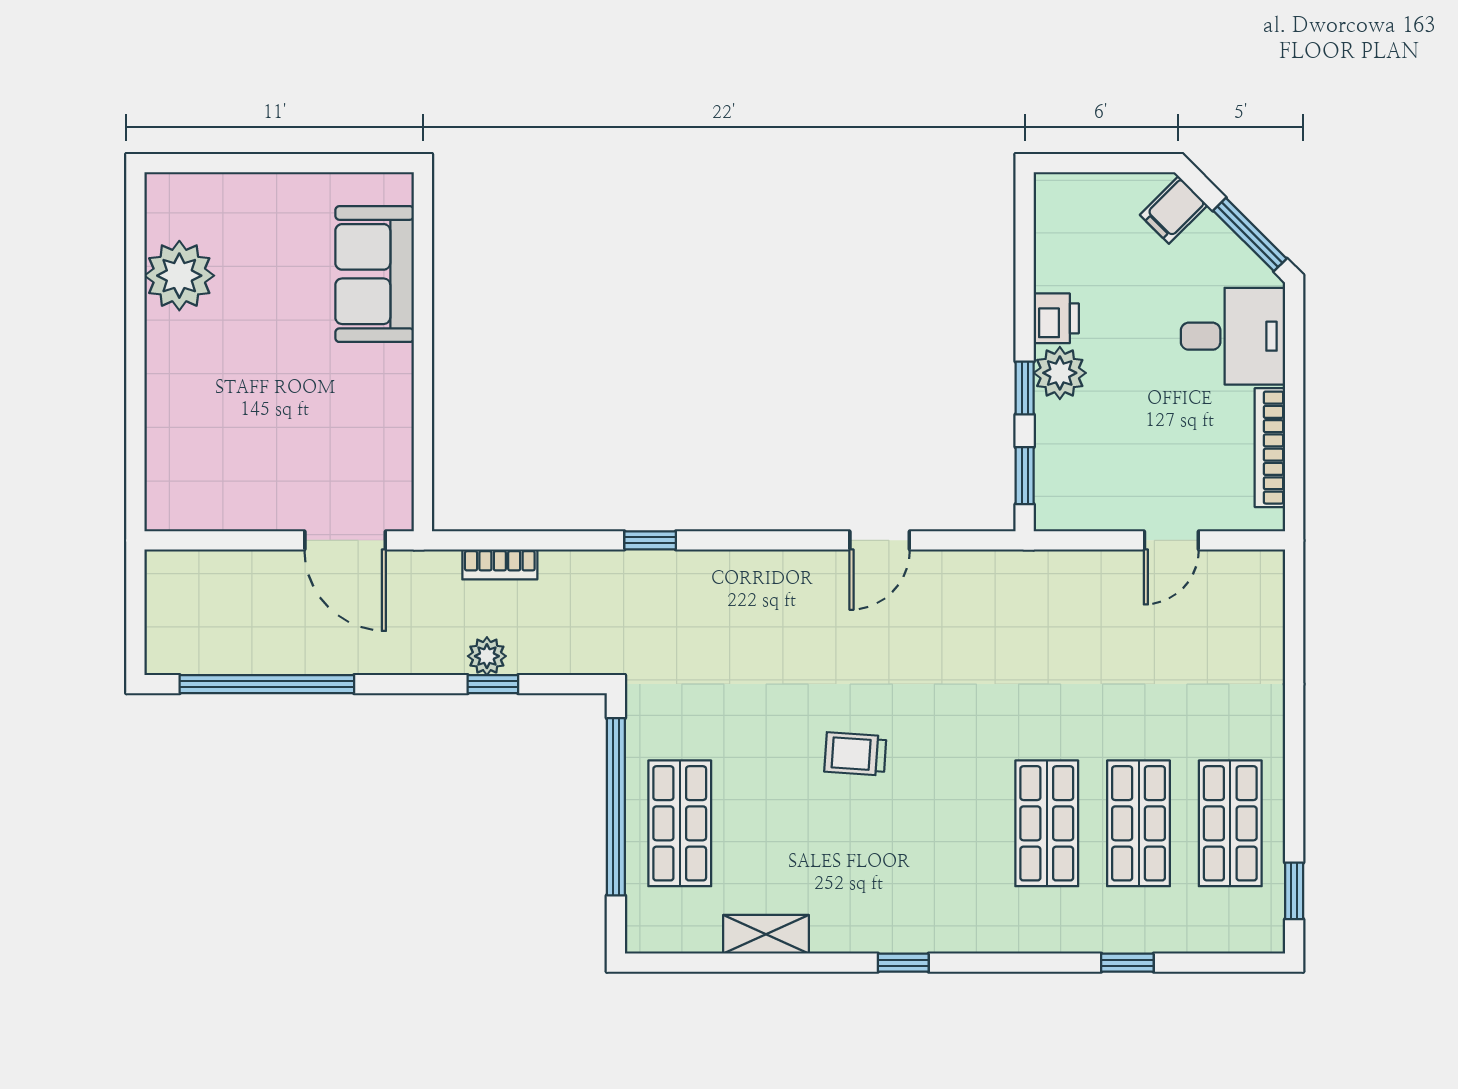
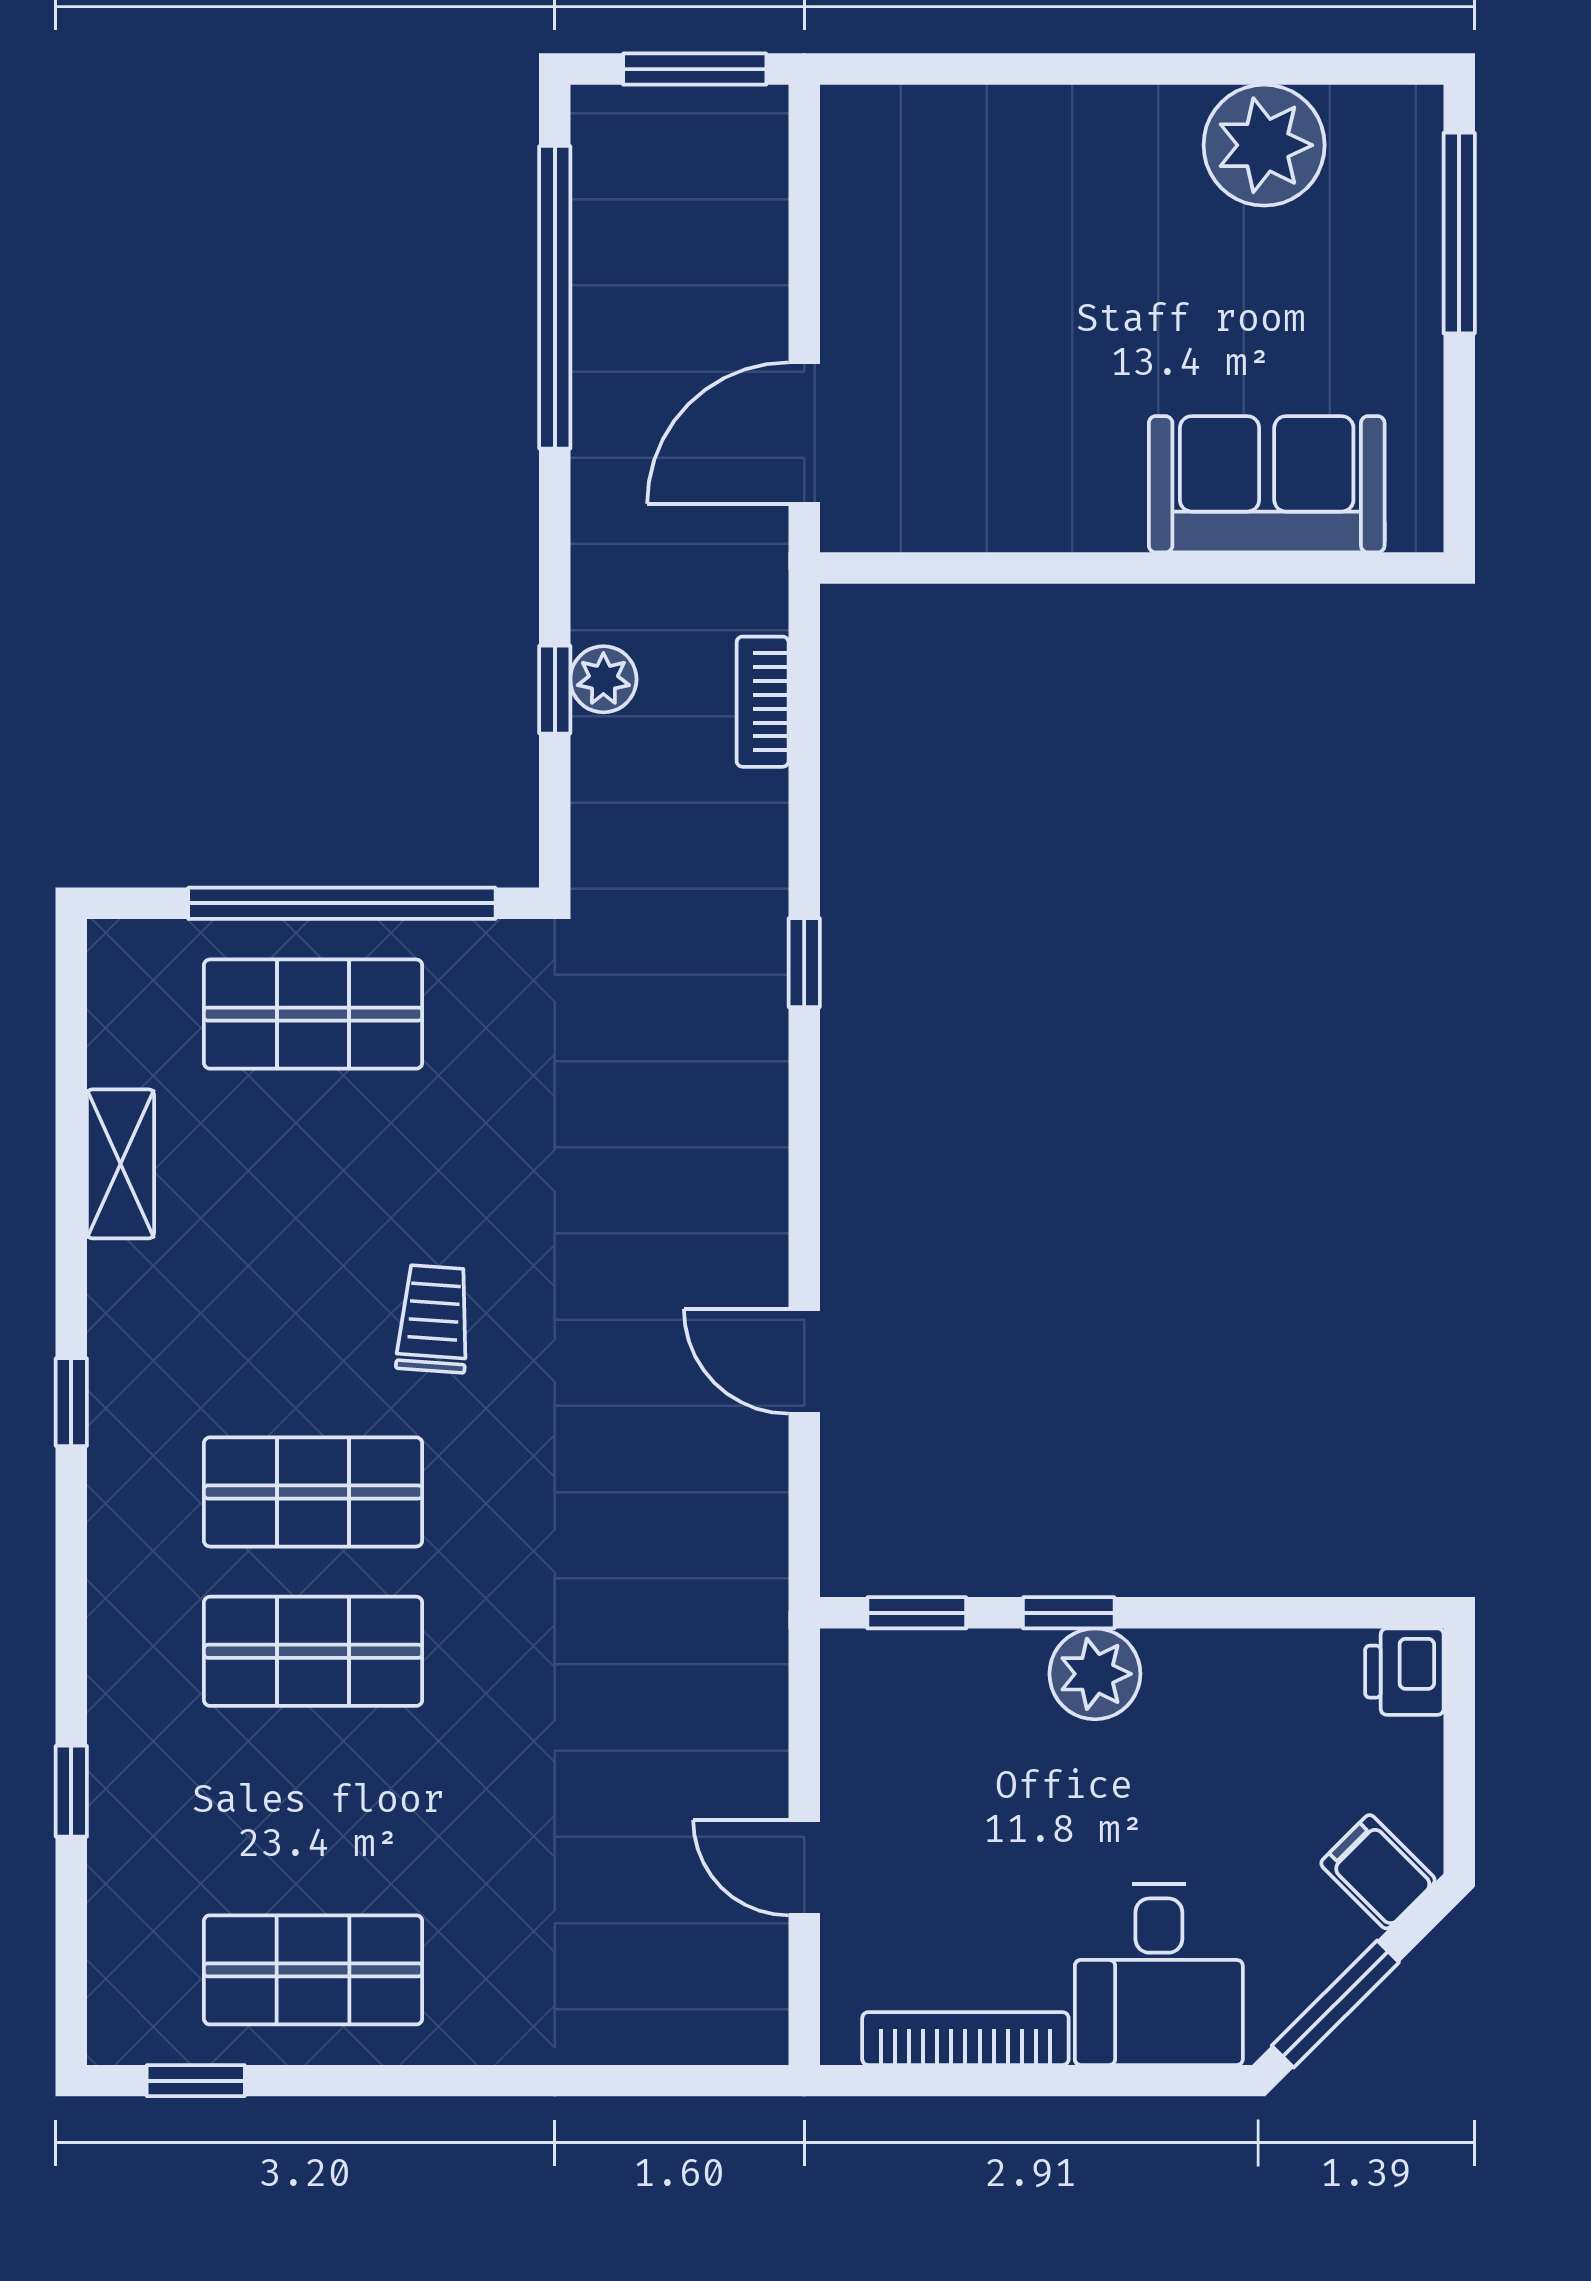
window: (230, 163) -> (1459, 233), added
printer: (1056, 318) -> (1404, 1672), moved, turned 90
window: (135, 604) -> (695, 69), added
shop shelf: (1139, 823) -> (313, 1492), moved

